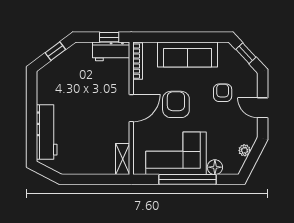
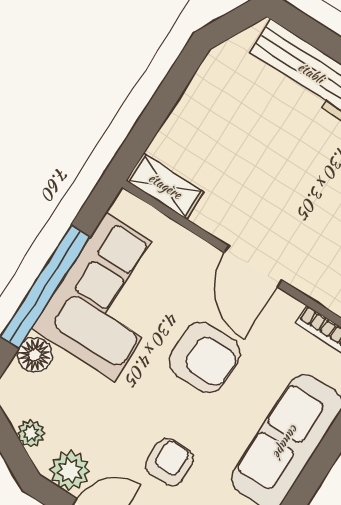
armchair: (223, 93) -> (169, 462), turned -90
plant: (249, 127) -> (70, 470), added

